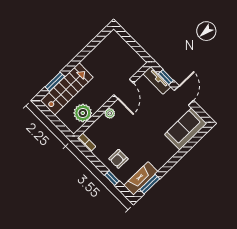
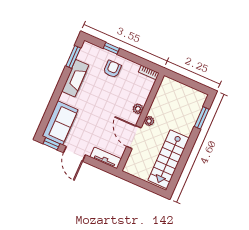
window: (166, 77) -> (51, 144), moved
stairs: (67, 89) -> (169, 159), moved
plant: (83, 113) -> (149, 121), moved, width x0.53, depth x0.53
fireplace: (141, 178) -> (75, 78), moved

